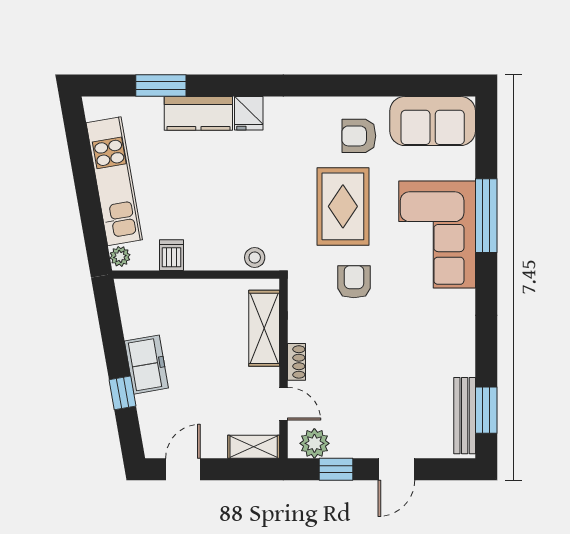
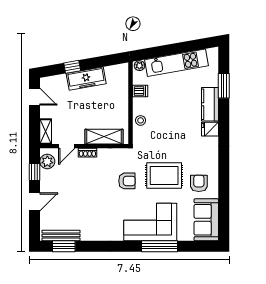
stool: (255, 257) -> (141, 120), moved
freezer: (146, 365) -> (86, 79), width x1.40
door: (396, 469) -> (35, 202), swing flipped

